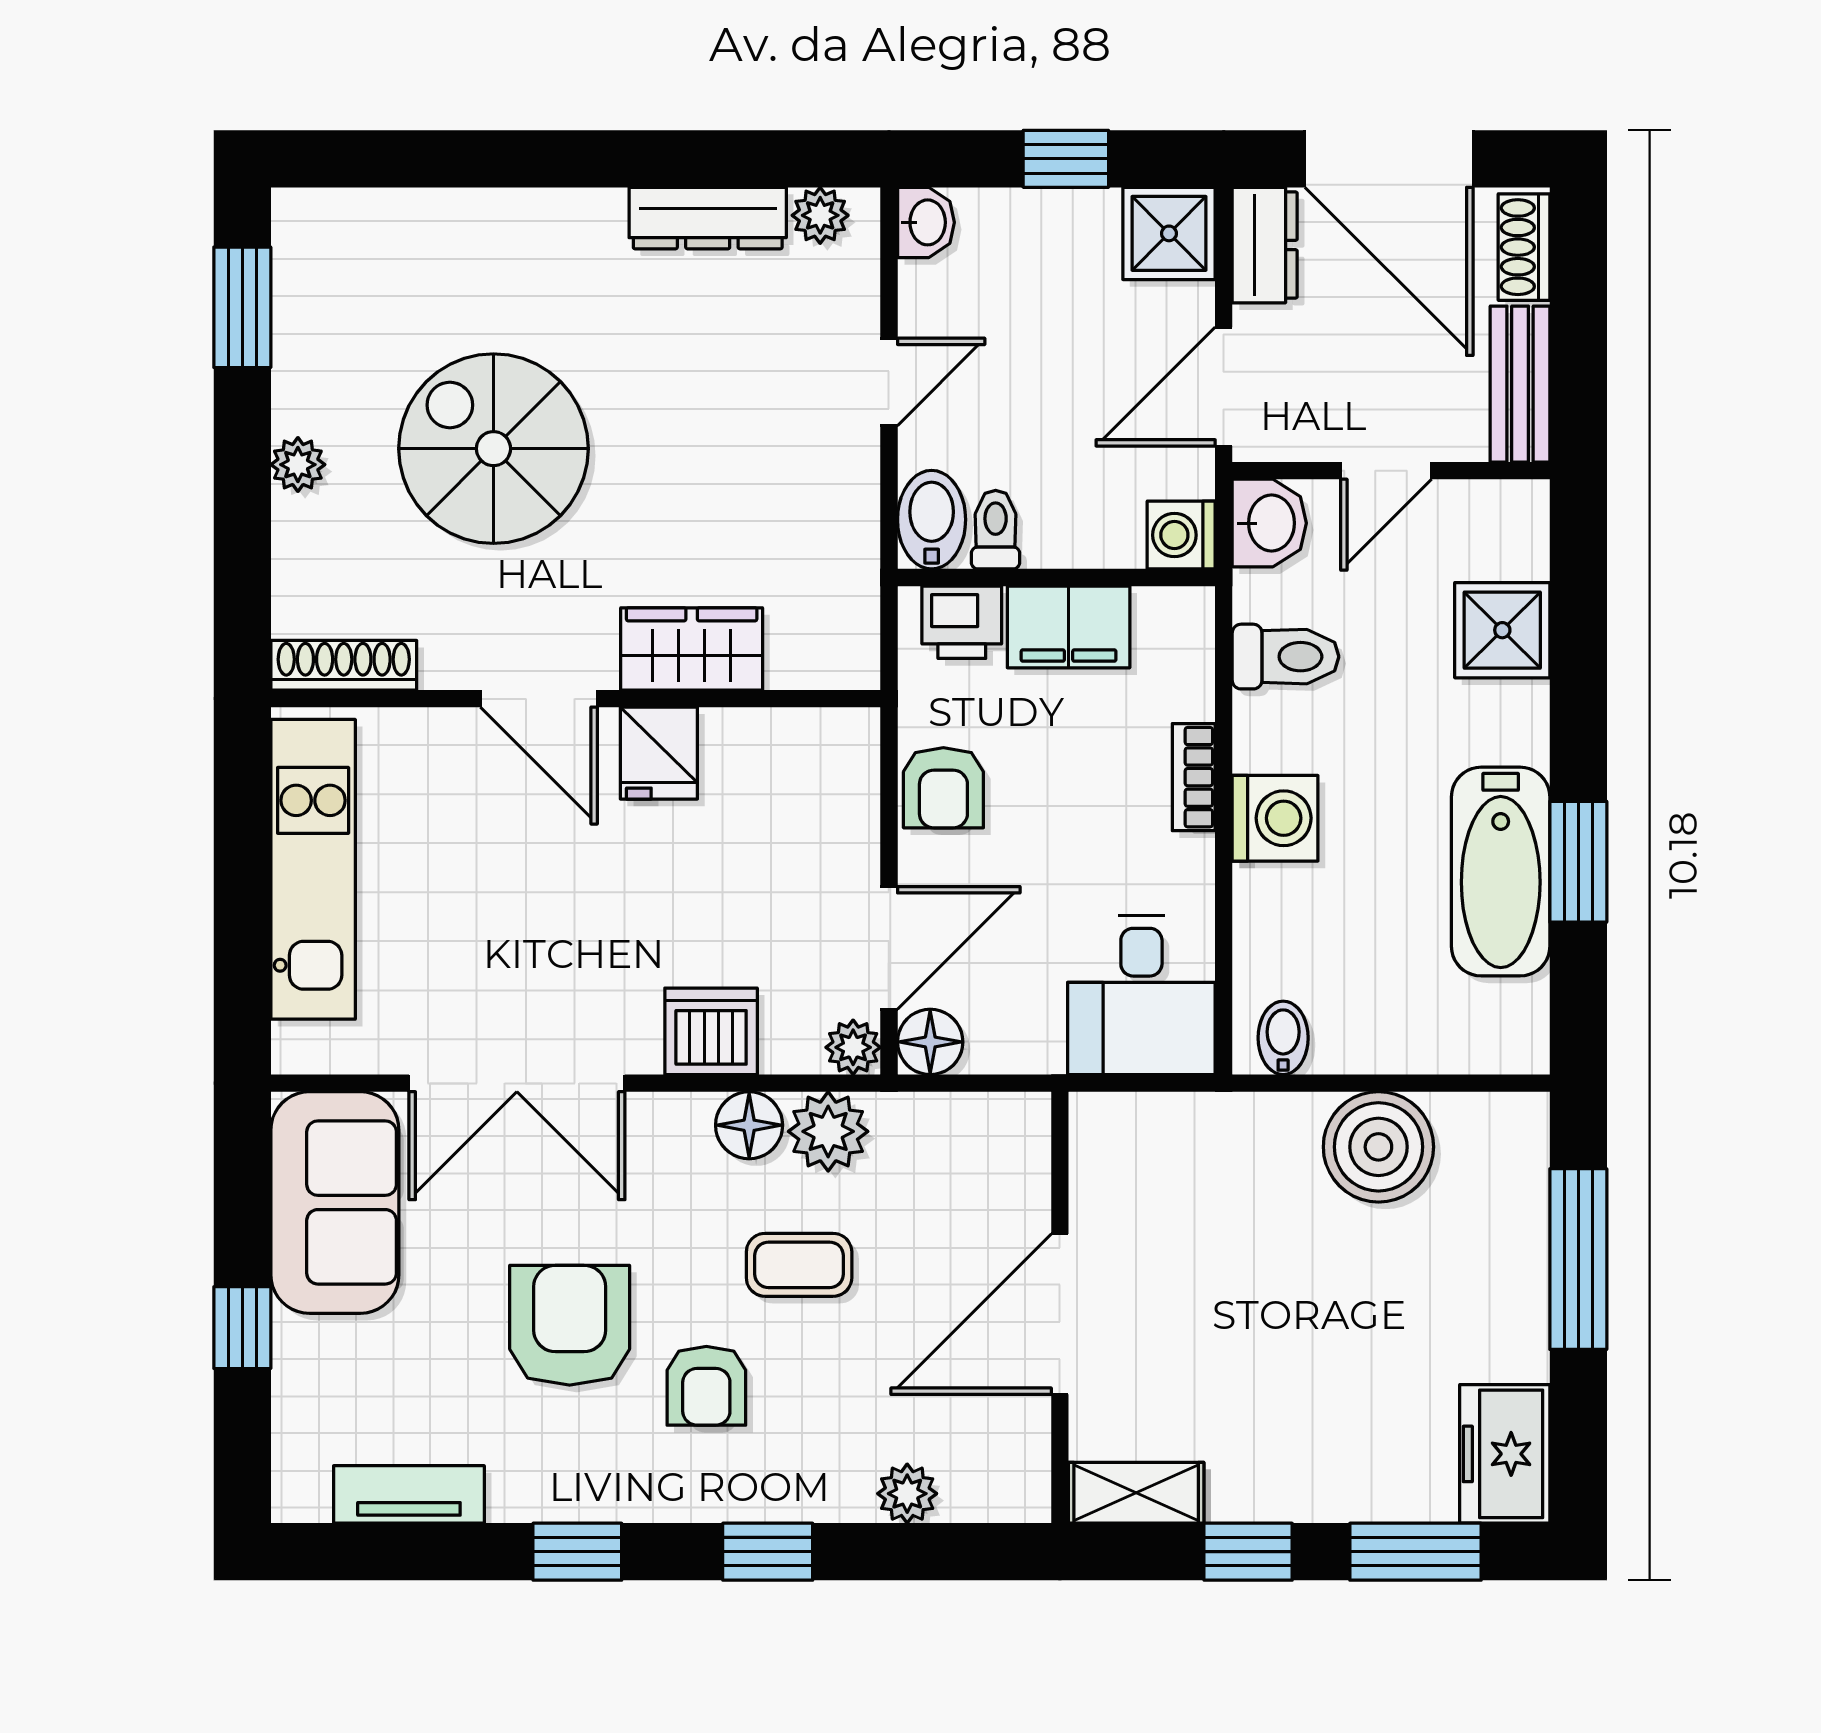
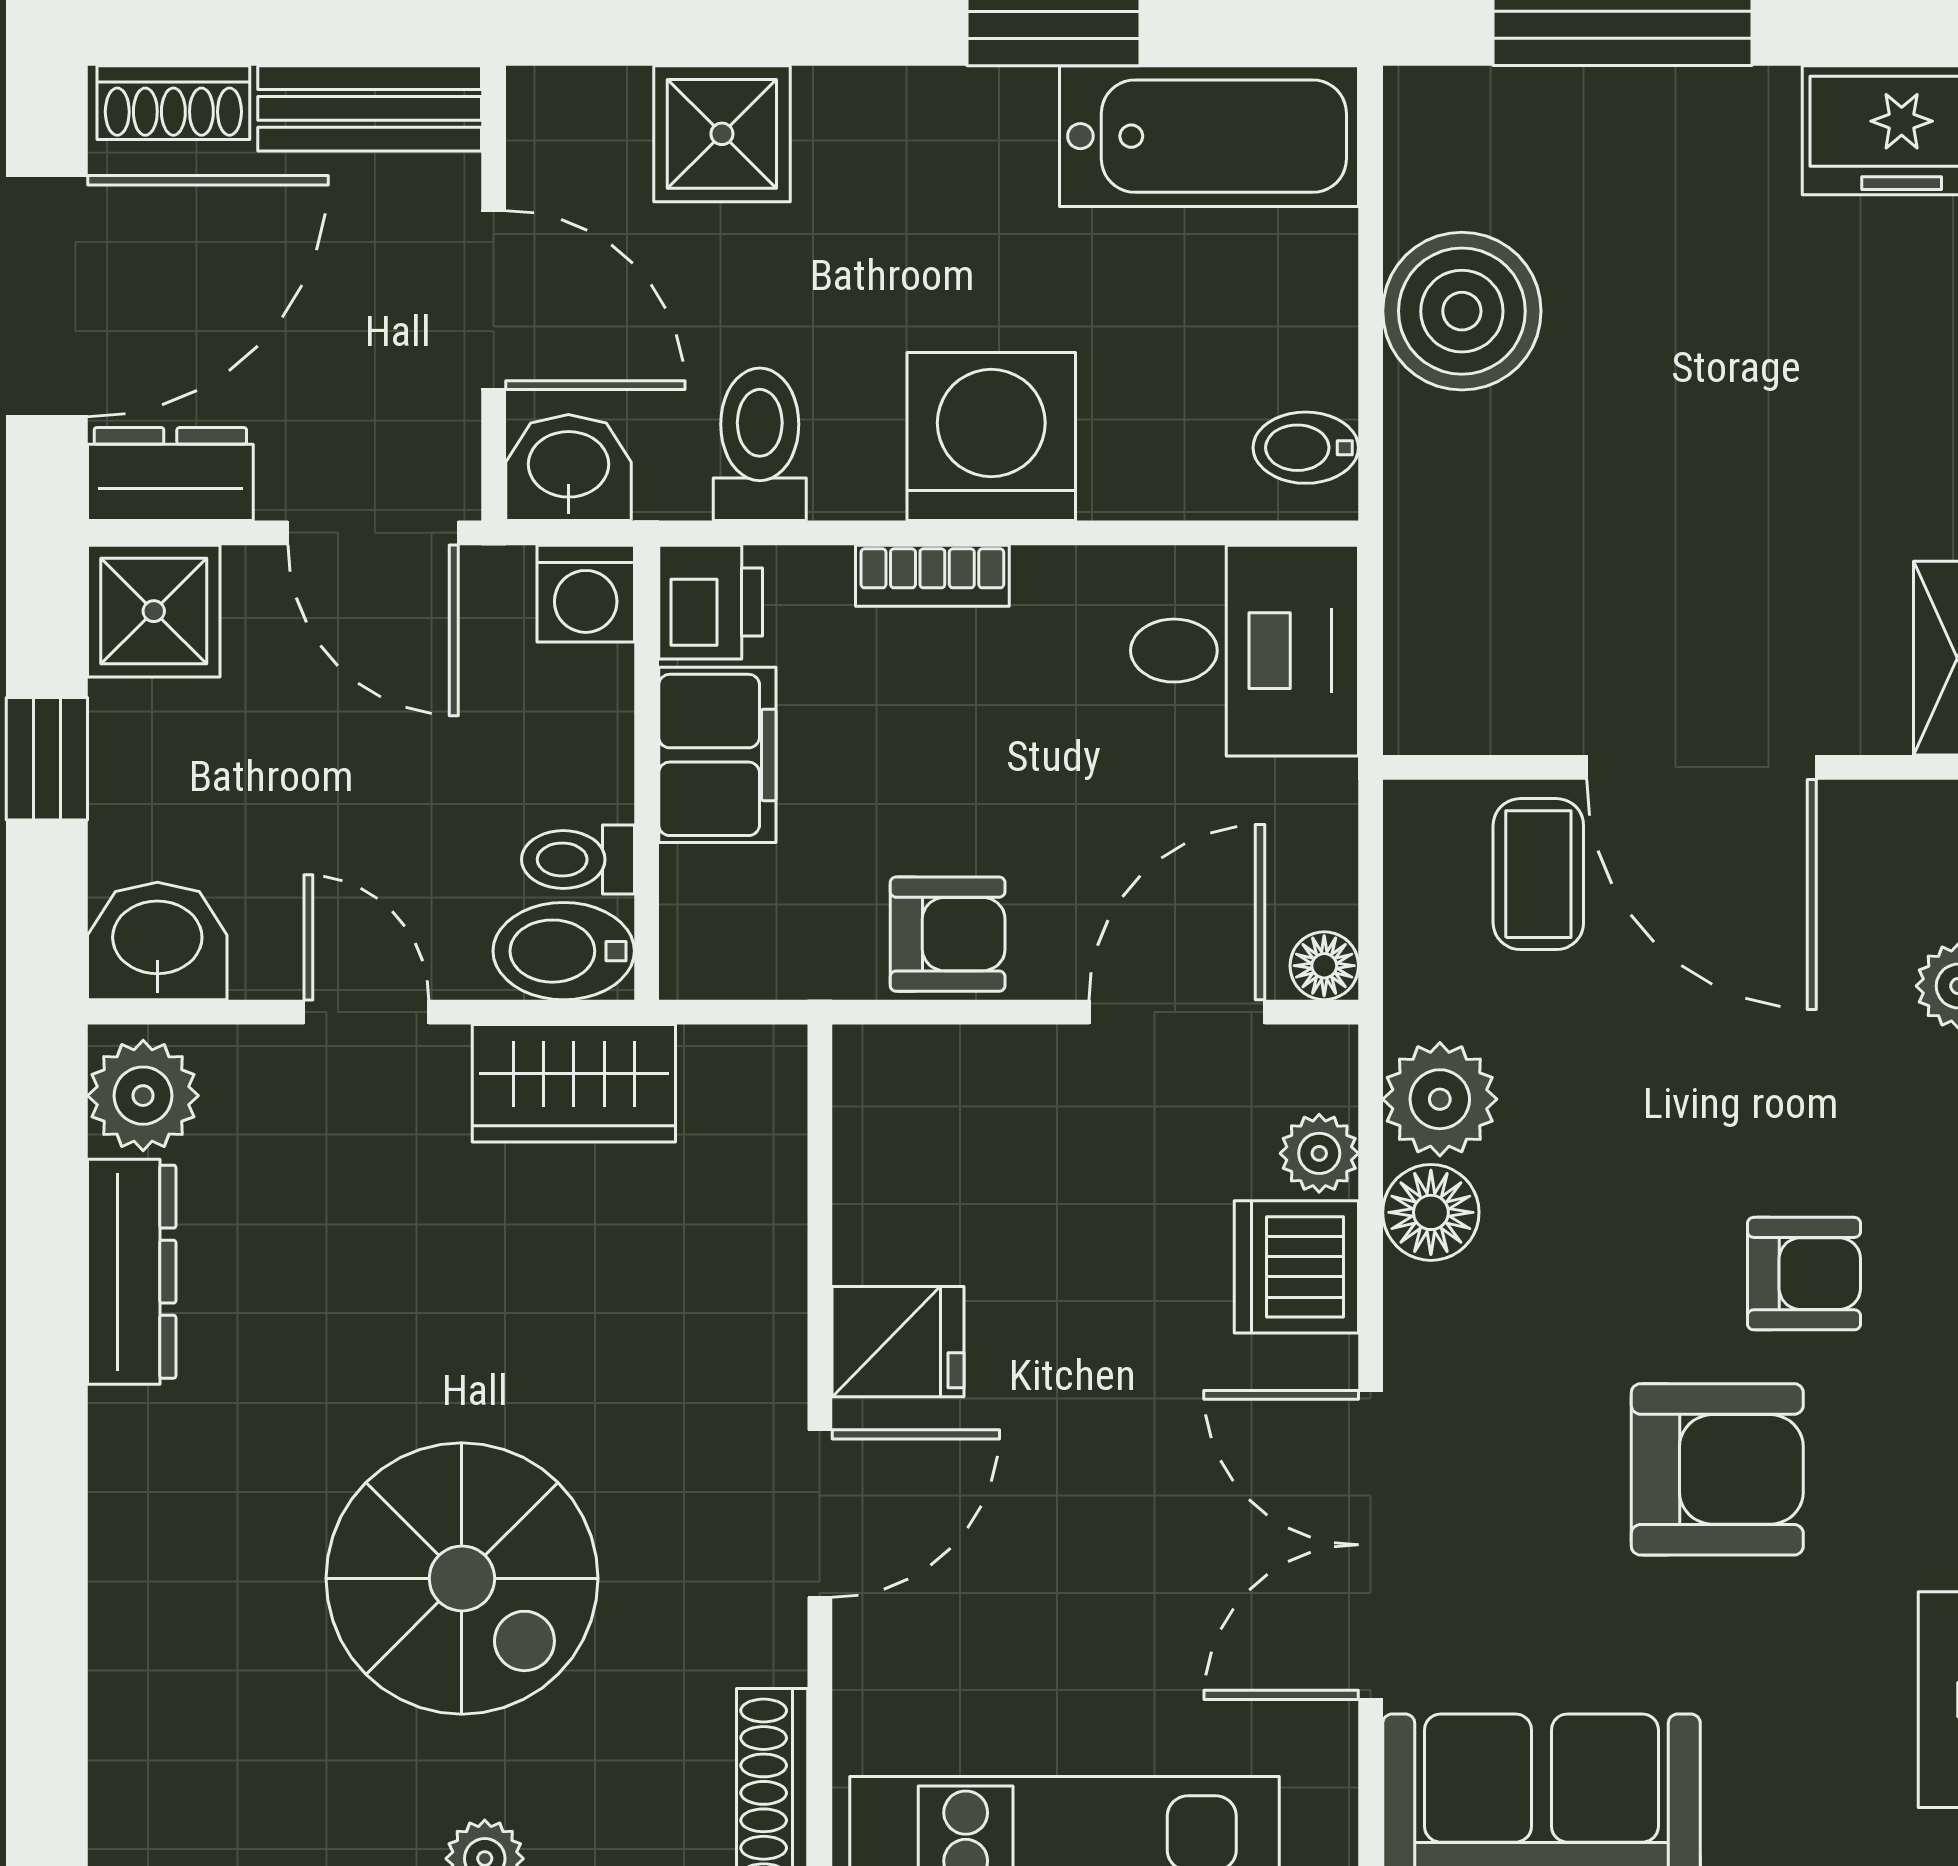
plant: (820, 215) -> (143, 1096), width x1.38, depth x1.38
washbasin: (926, 222) -> (157, 941), width x1.38, depth x1.45
spiral stairs: (493, 449) -> (462, 1578), turned -90
door: (1386, 471) -> (494, 300), width x1.38
printer: (962, 622) -> (711, 602), moved
wardrobe: (692, 649) -> (574, 1083), moved, turned -90
washing machine: (1275, 818) -> (991, 436), width x1.37, depth x1.37
bathtub: (1501, 872) -> (1209, 136), moved
door: (889, 948) -> (1177, 1012), hinge flipped
floor lamp: (930, 1042) -> (1324, 966), width x0.73, depth x0.73
plant: (853, 1047) -> (1319, 1153), moved
double door: (517, 1083) -> (1371, 1545), swing flipped
coffee table: (799, 1265) -> (1538, 874), moved
armchair: (570, 1325) -> (1717, 1469), turned 180

